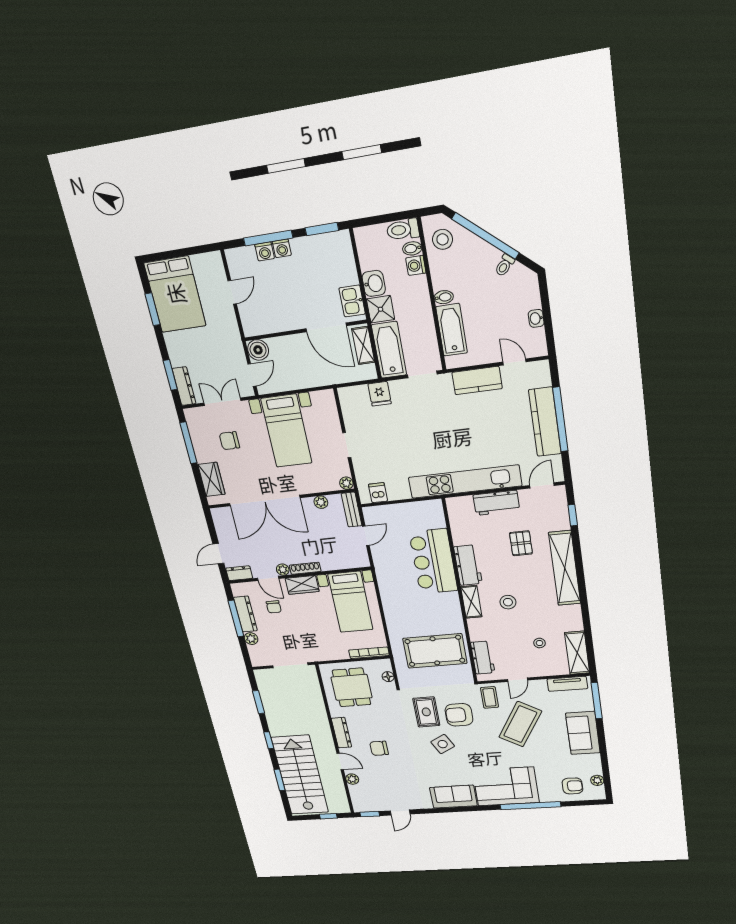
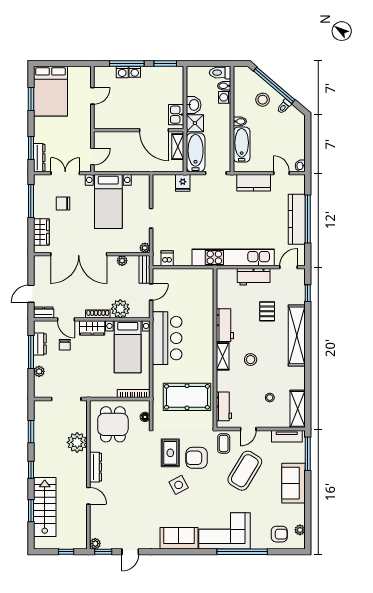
stool: (443, 239) -> (263, 100), moved
washbasin: (536, 318) -> (300, 166), moved
boiler: (258, 350) -> (101, 139), removed
bar counter: (433, 562) -> (167, 338), moved, turned 180
plant: (283, 570) -> (120, 309), moved, width x1.87, depth x1.87
dresser: (245, 614) -> (40, 344), width x0.70
plant: (314, 709) -> (77, 442), added
chair: (379, 748) -> (124, 485), removed
stairs: (300, 775) -> (45, 507), width x0.73, depth x0.66
plant: (352, 779) -> (95, 544), moved

